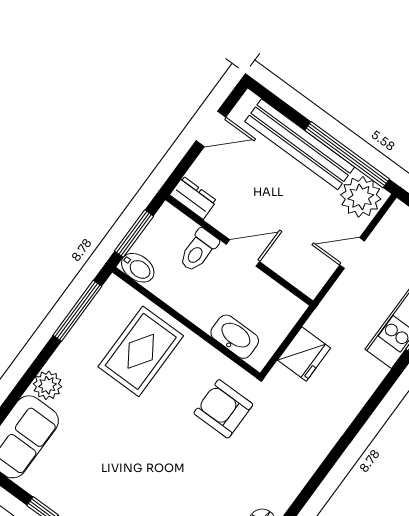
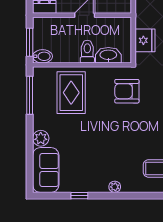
toilet: (199, 250) -> (87, 52), moved, turned 180

